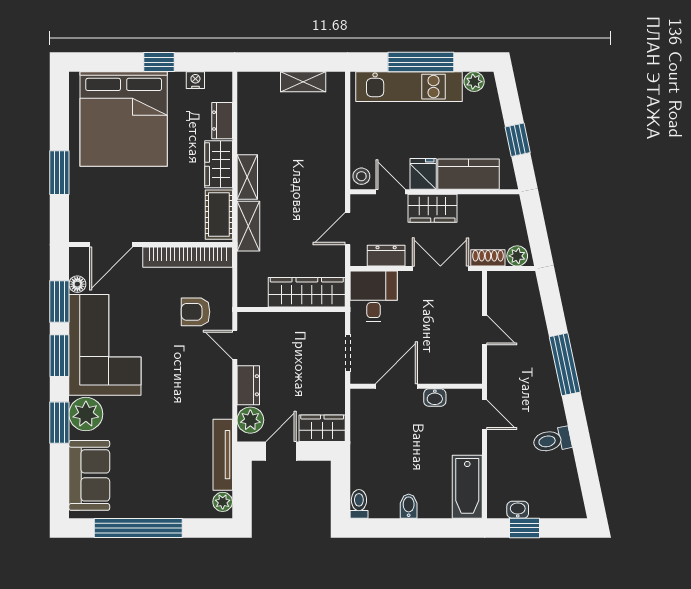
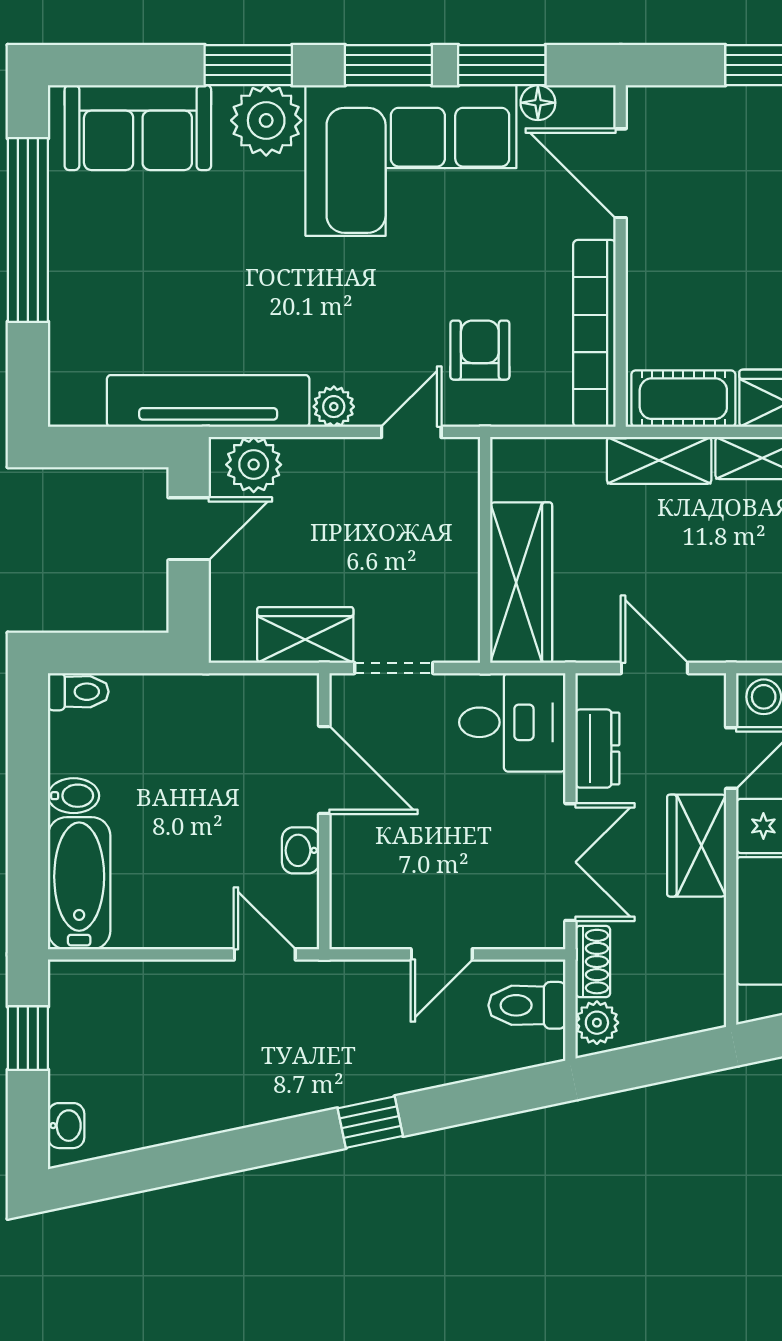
window: (565, 364) -> (370, 1122), width x0.46
dresser: (248, 385) -> (326, 460), removed
door: (485, 415) -> (265, 954), swing flipped
wardrobe: (322, 428) -> (305, 635), moved, turned -90
toilet: (552, 440) -> (527, 1005), moved, turned -78
door: (281, 451) -> (189, 529), hinge flipped
tv unit: (223, 455) -> (208, 401), width x1.36, depth x1.29
bathtub: (467, 487) -> (79, 883), moved, turned 90
plant: (223, 502) -> (334, 407), moved
washbasin: (518, 510) -> (66, 1126), moved

